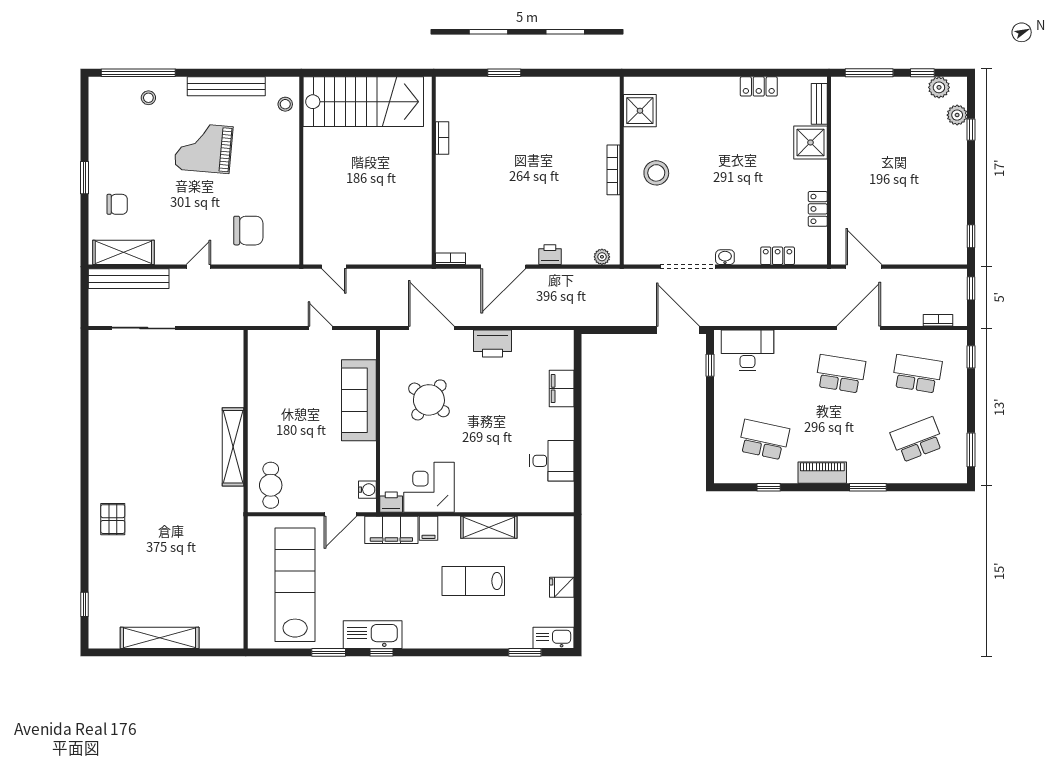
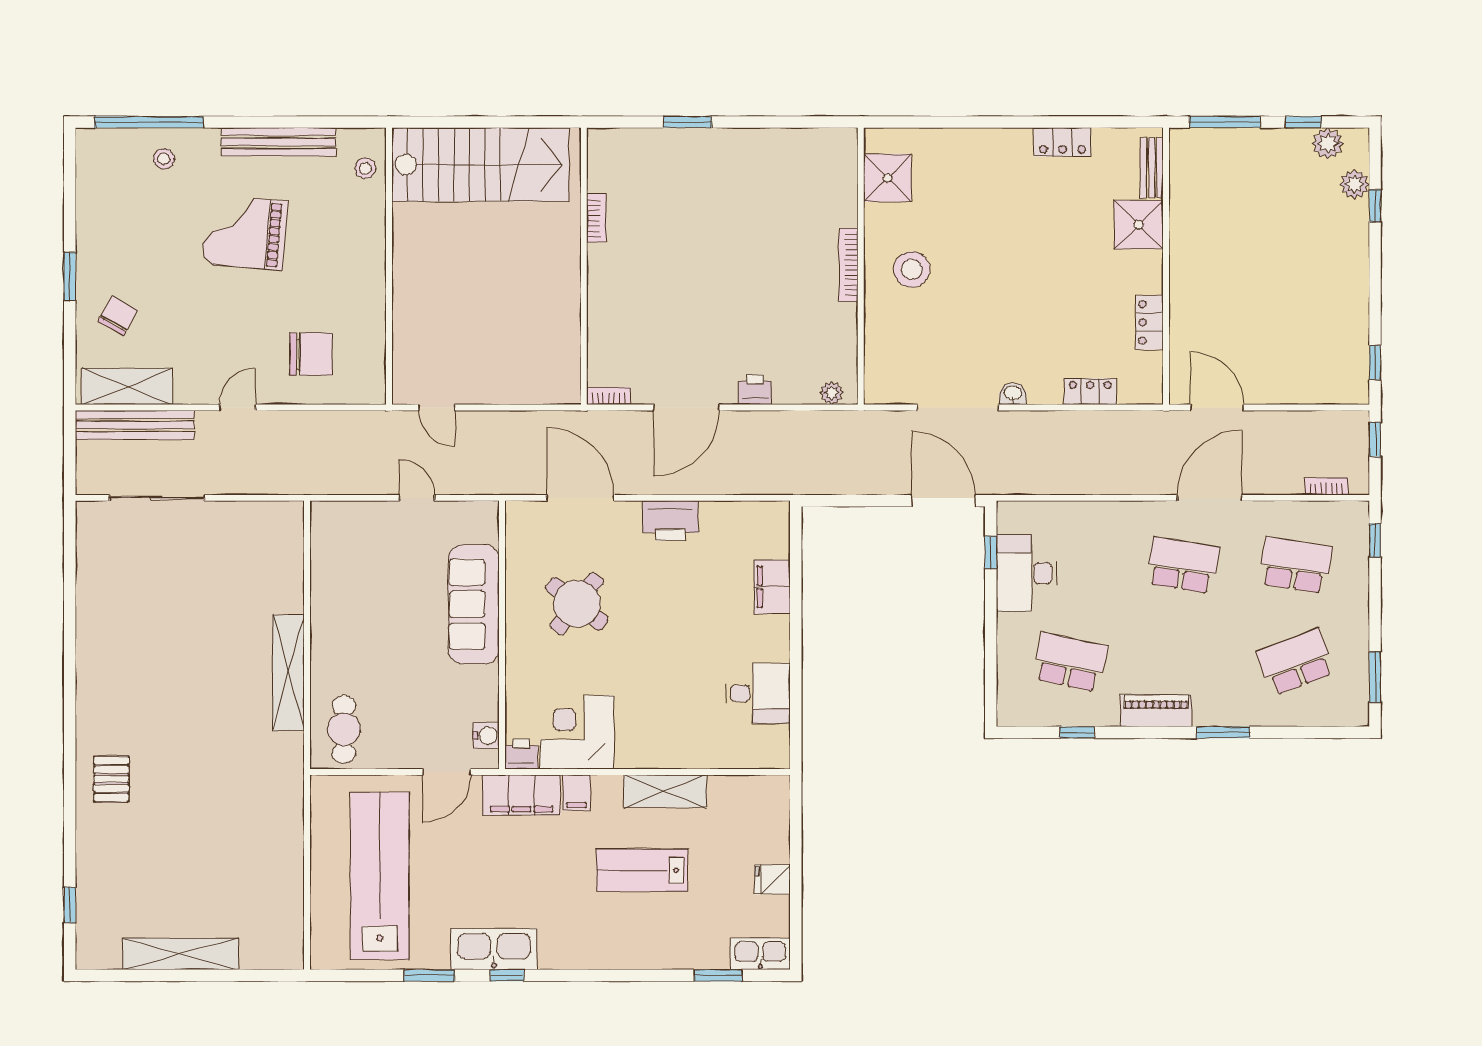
chair: (117, 204) -> (118, 316), turned -61
desk: (747, 350) -> (1027, 573), moved, turned -90

